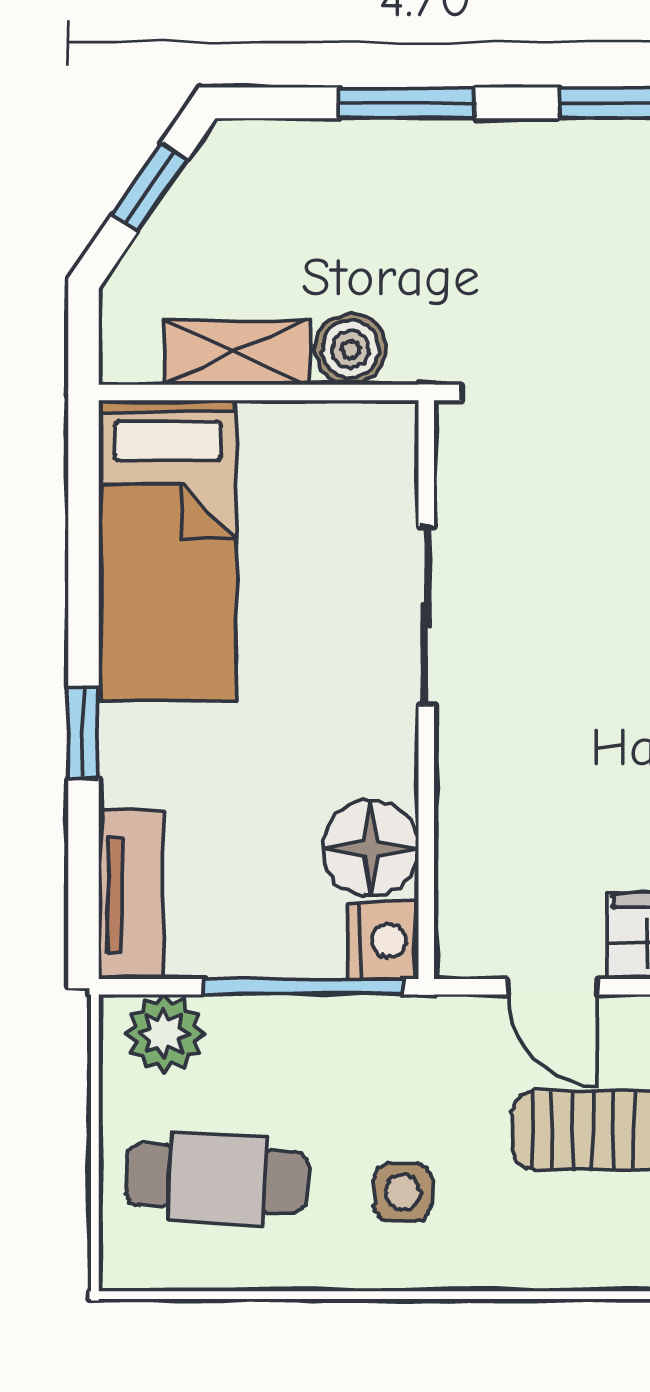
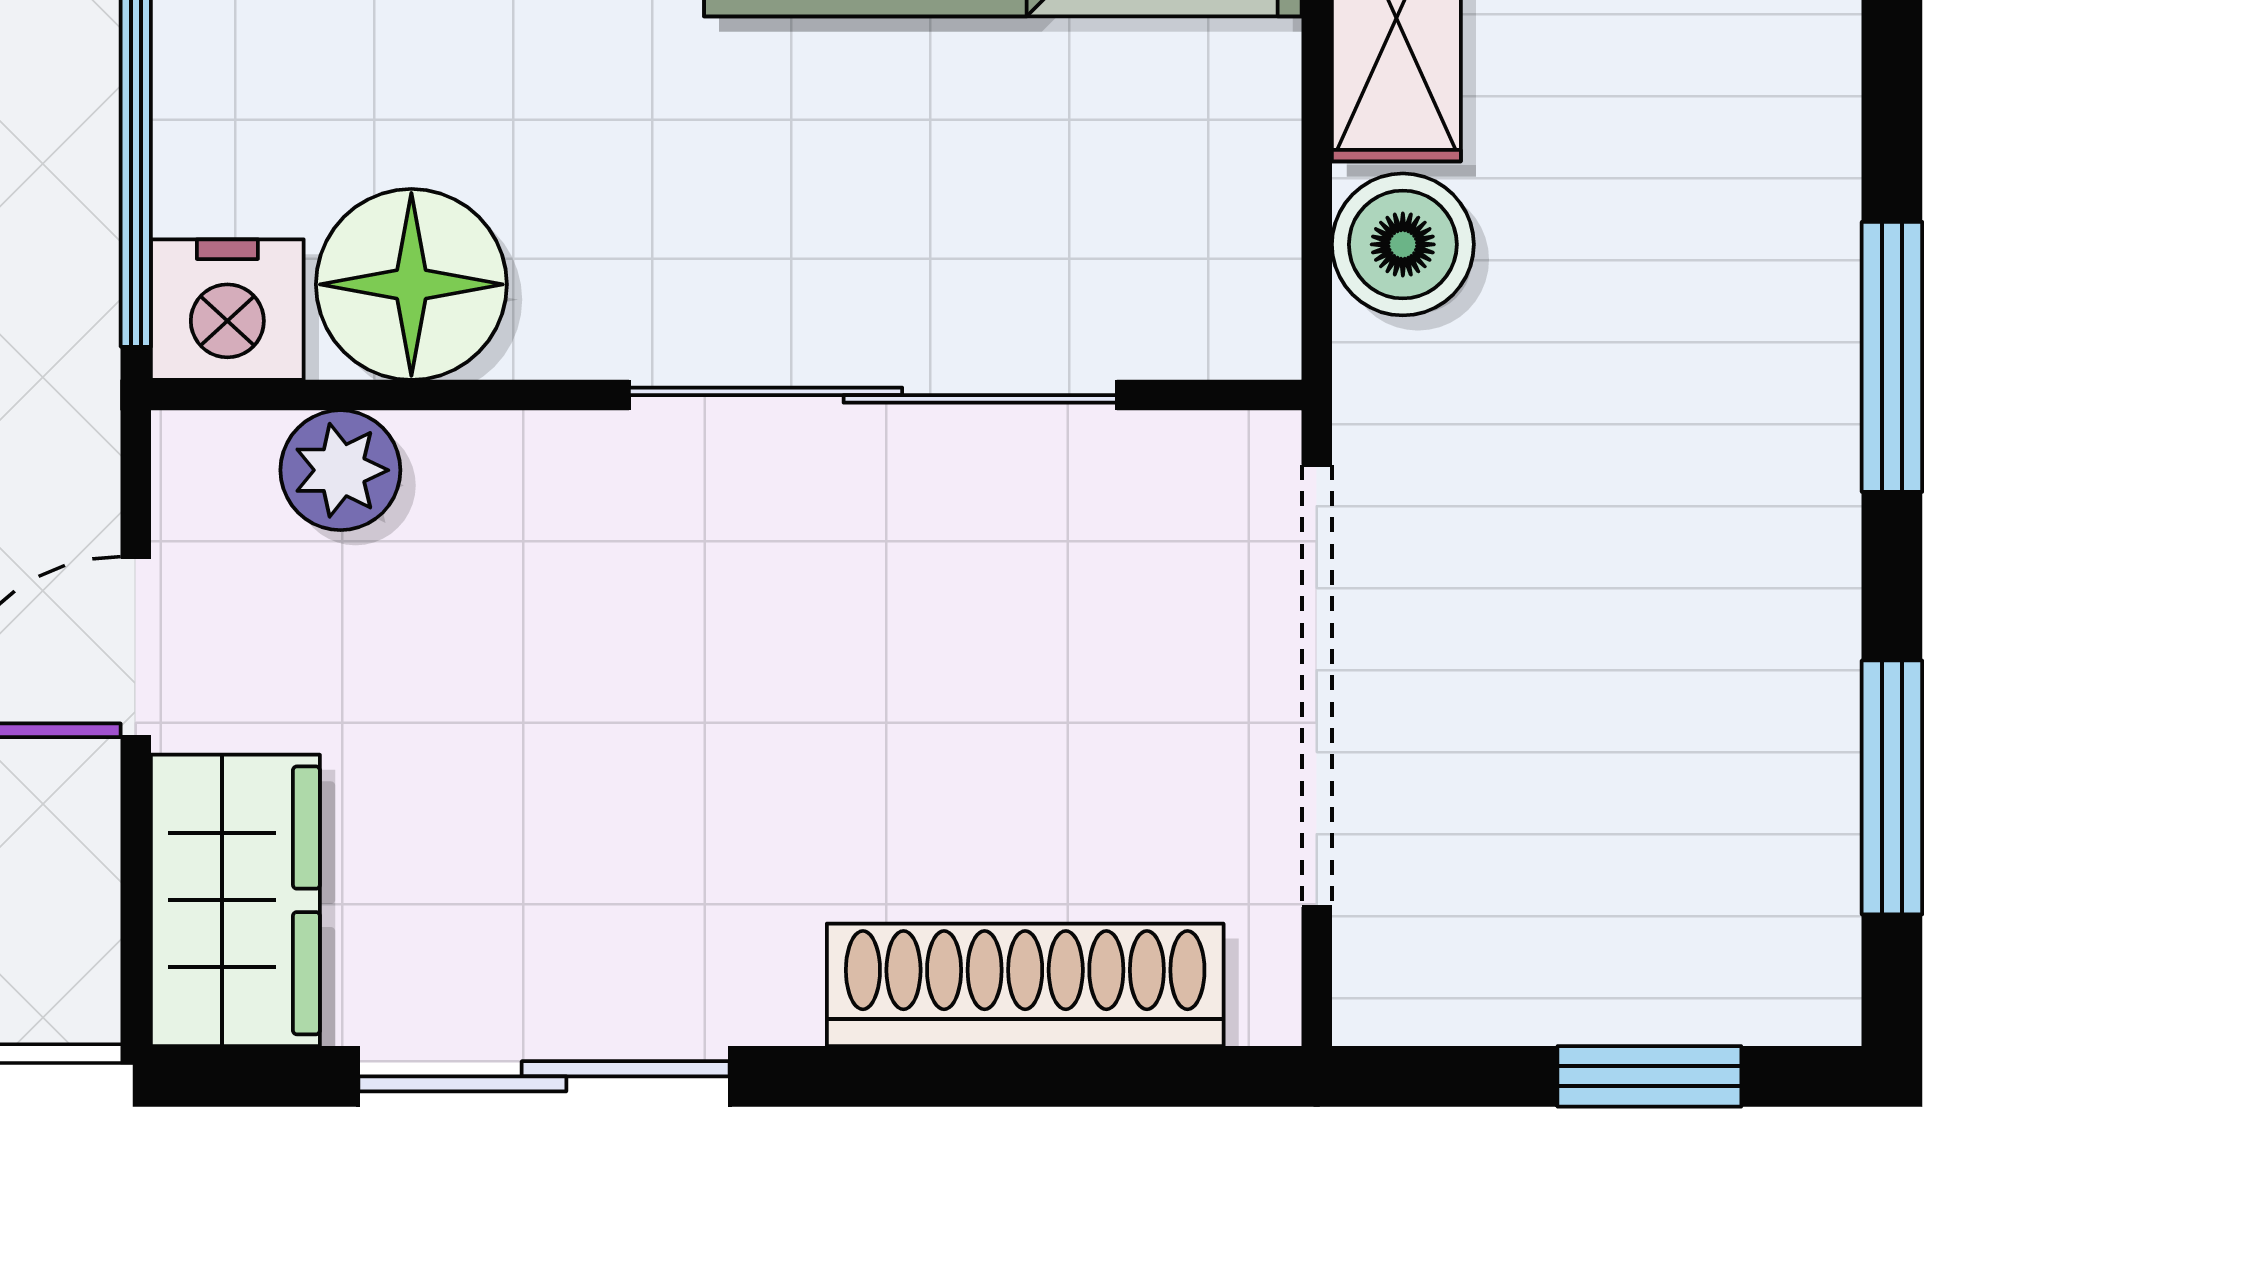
sliding door: (426, 616) -> (873, 395), width x1.37
plant: (464, 884) -> (340, 470), added

